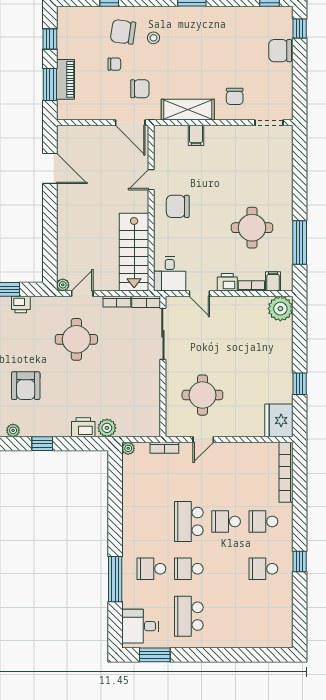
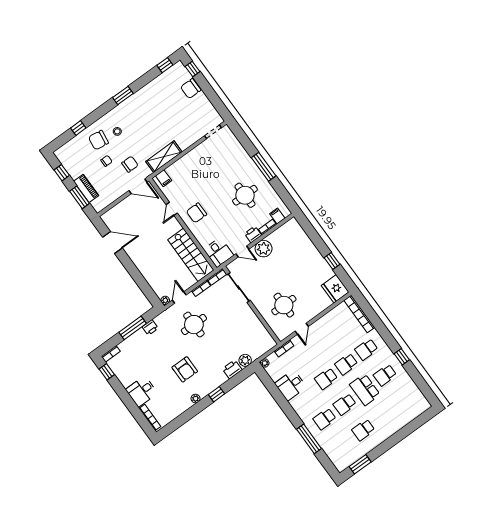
chair: (235, 96) -> (184, 131), removed
filing cabinet: (196, 135) -> (164, 178), moved
window: (300, 242) -> (264, 167), moved
plant: (280, 309) -> (264, 249), moved
school desk: (189, 521) -> (326, 379), width x0.54
school desk: (226, 569) -> (365, 390), added
school desk: (189, 616) -> (363, 430), width x0.54
desk: (140, 626) -> (291, 385), moved

